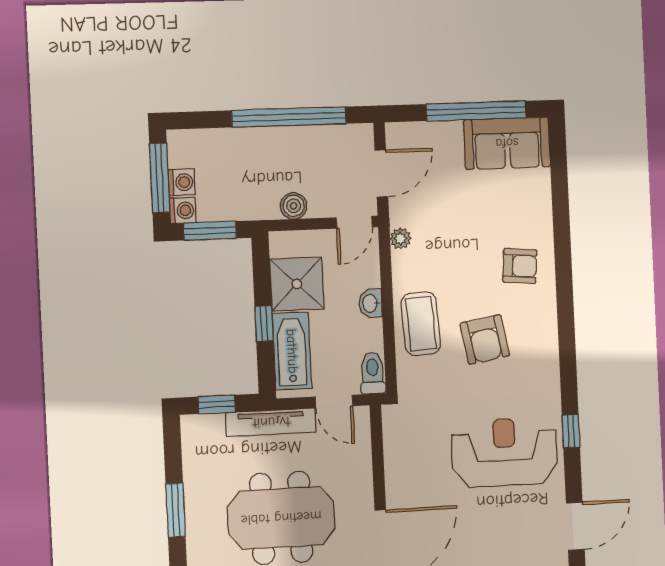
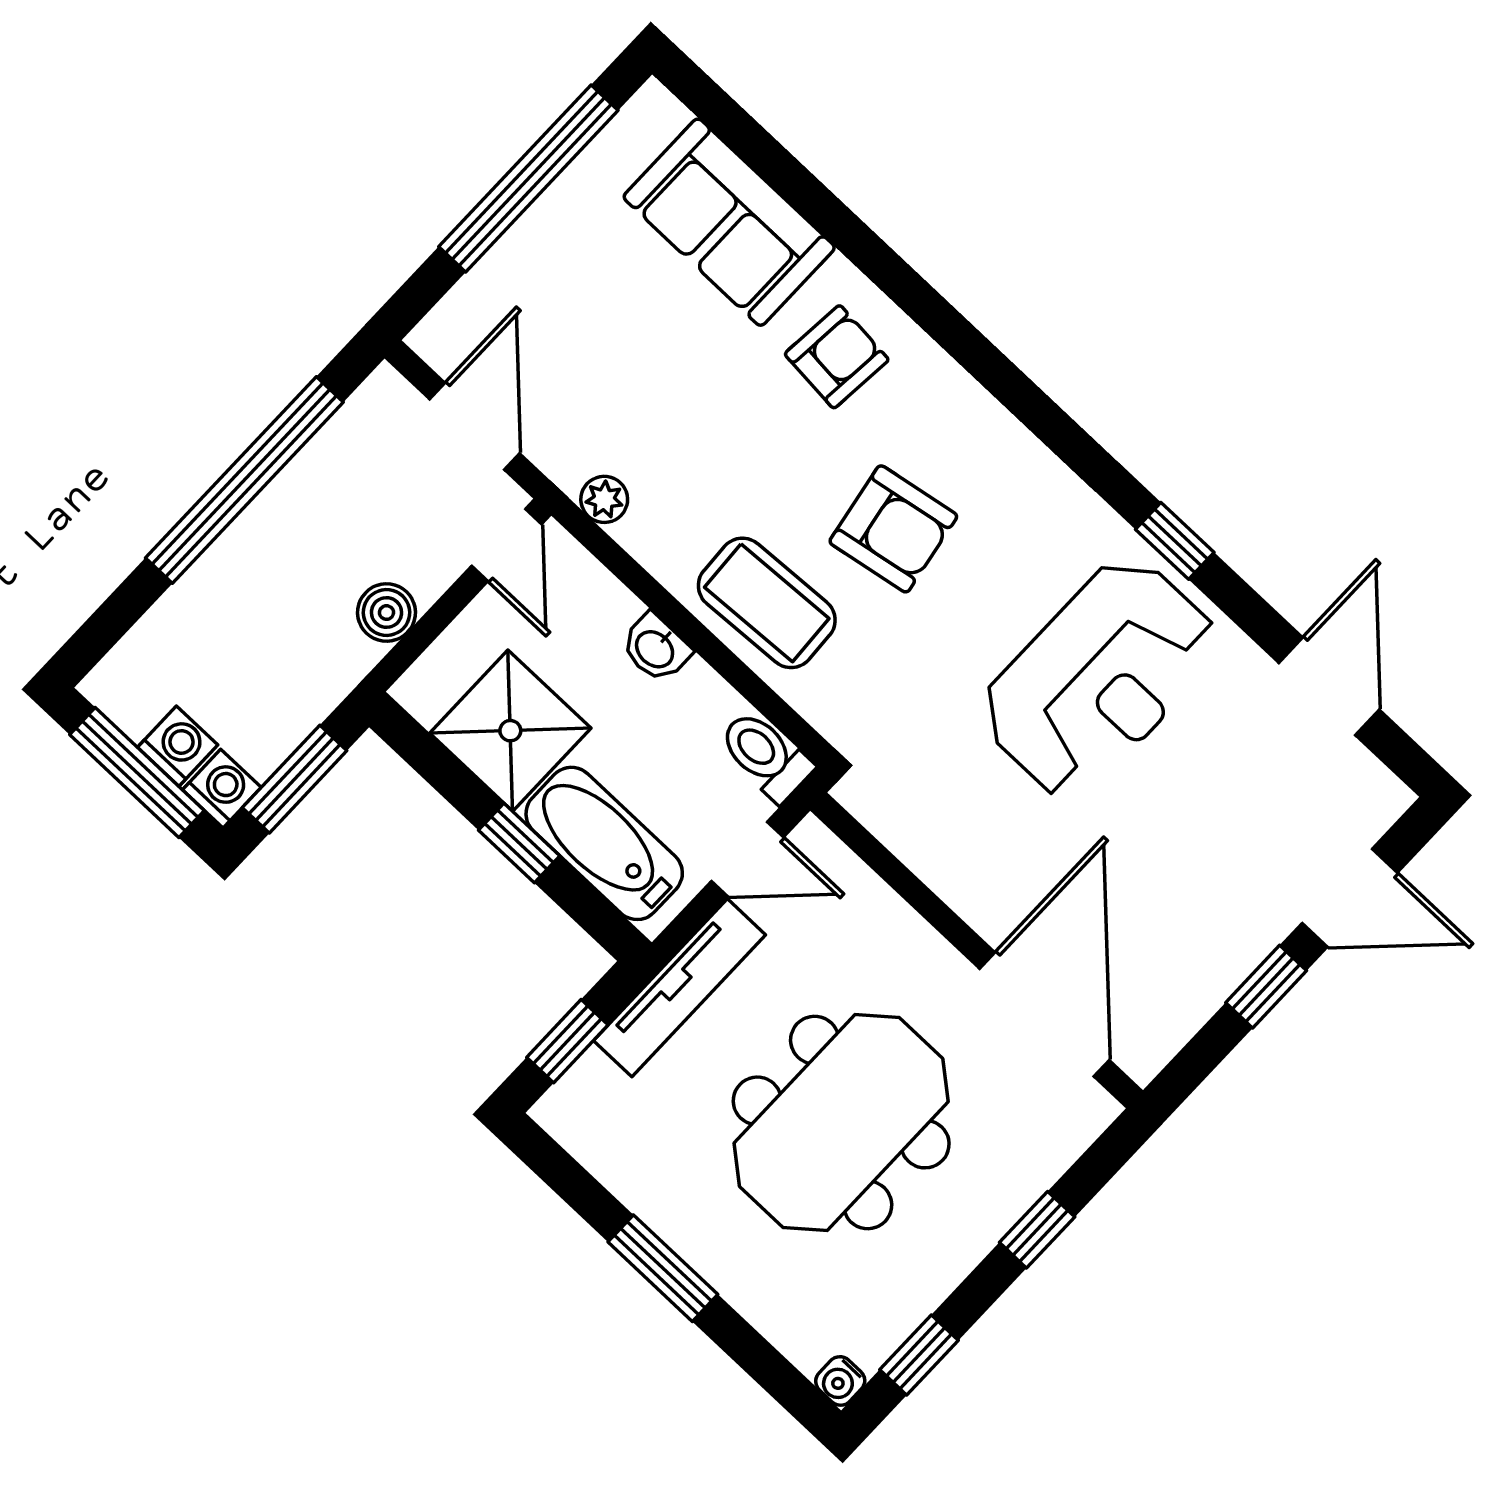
sofa: (507, 143) -> (729, 222), moved, turned 90
reception desk: (505, 452) -> (1099, 678), turned 180

